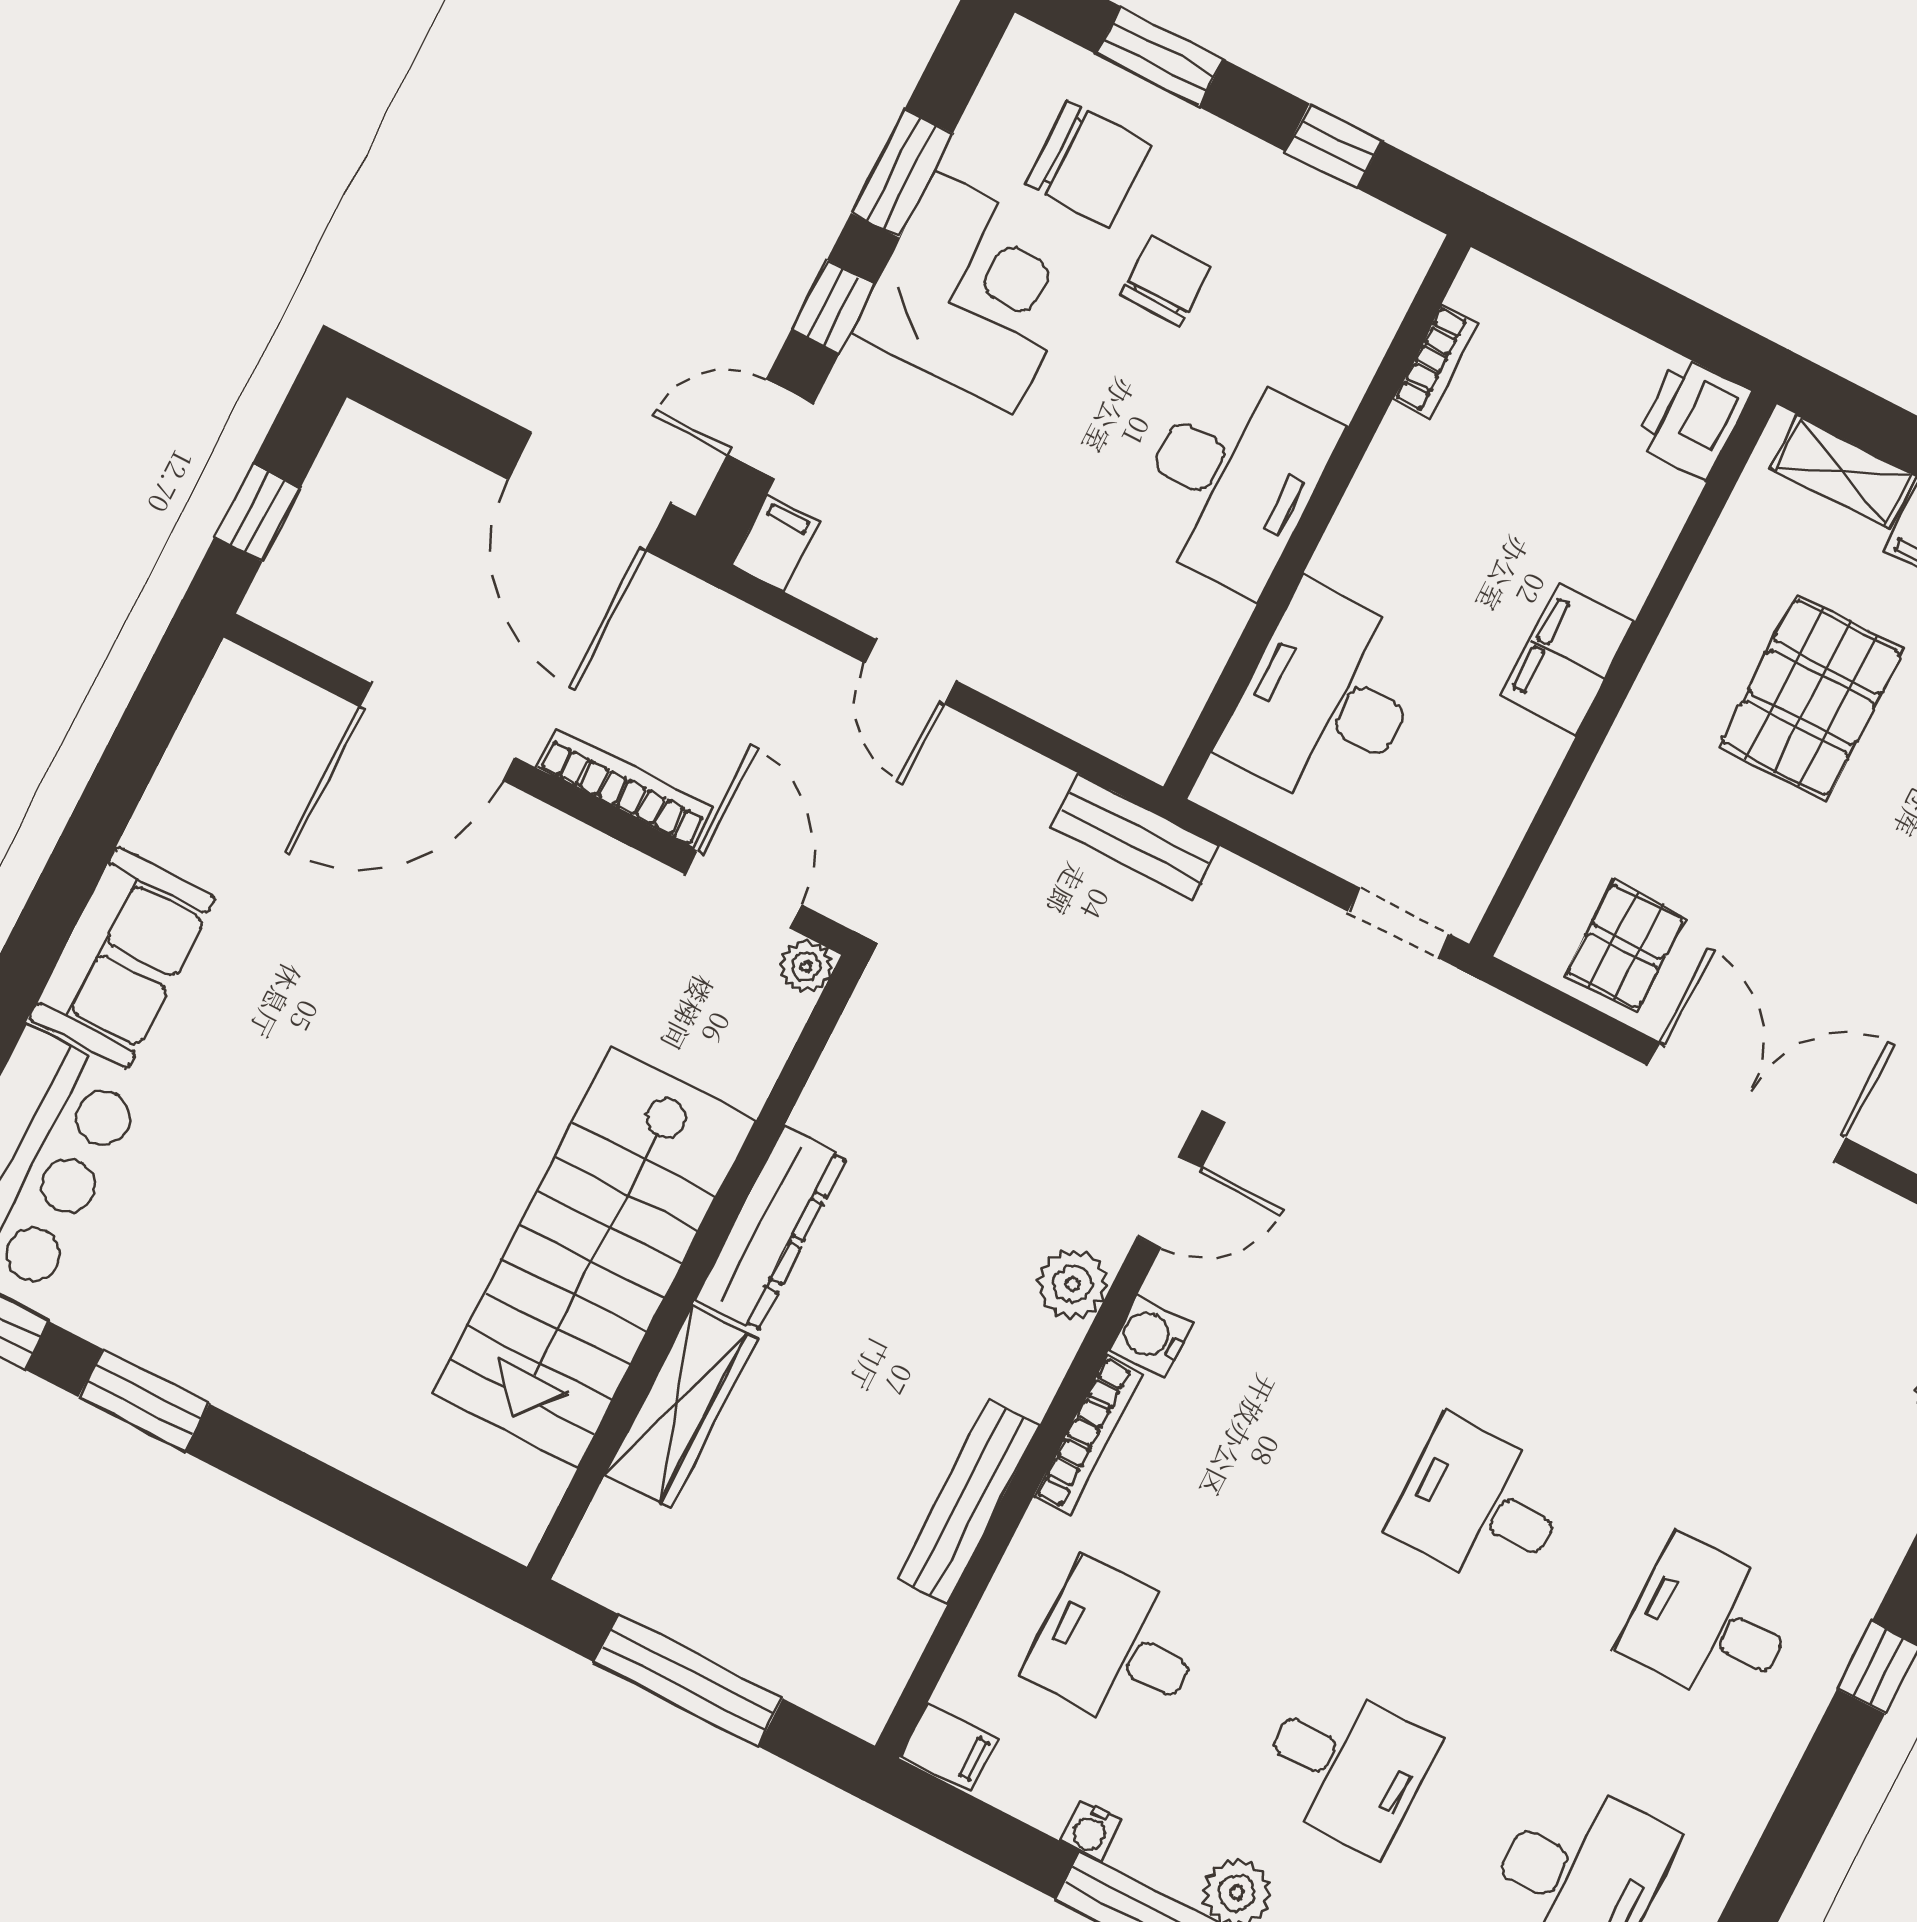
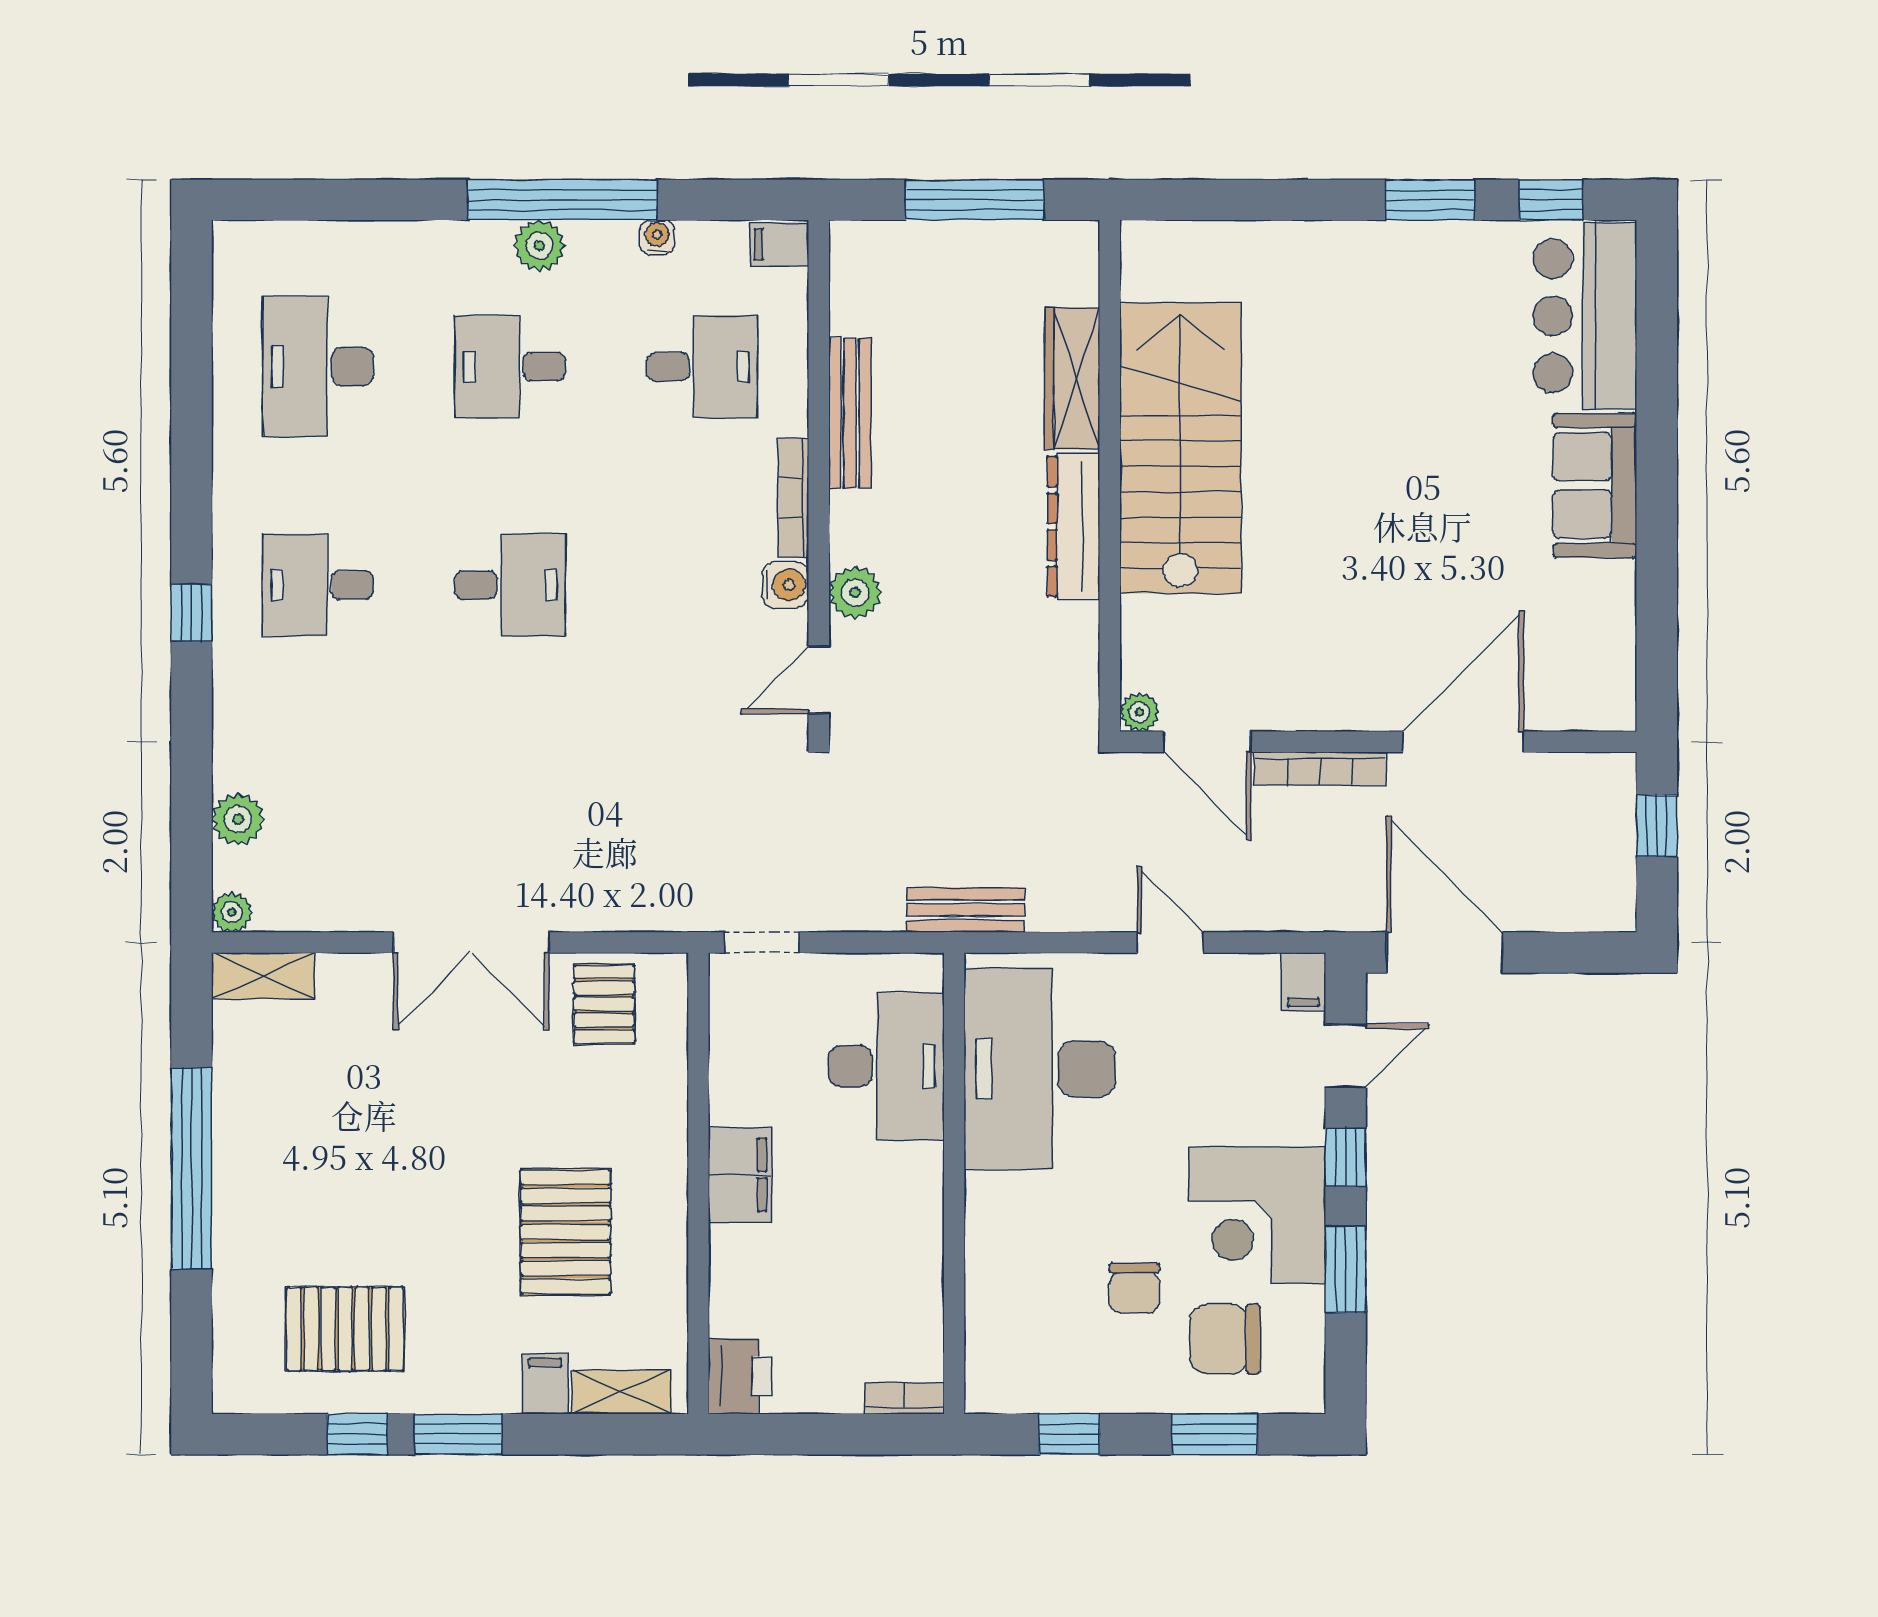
bookcase: (1436, 361) -> (905, 1398), moved, turned 90
desk: (1233, 480) -> (1040, 1069), moved, width x1.36, depth x1.30
desk: (1710, 1623) -> (318, 585), turned 180

